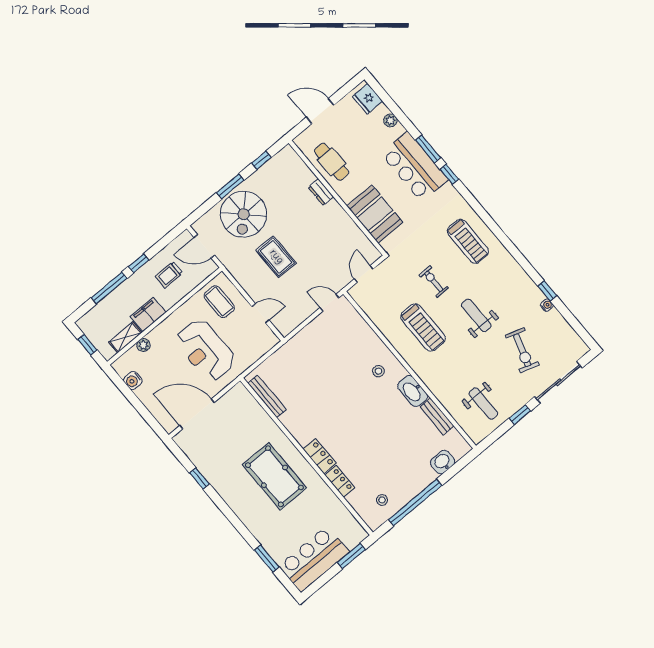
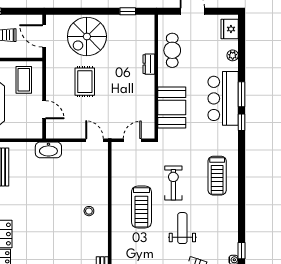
window: (230, 186) -> (93, 11), removed
exercise bike: (434, 281) -> (173, 183), width x1.38, depth x1.39
washbasin: (413, 391) -> (48, 150), moved, turned -90

